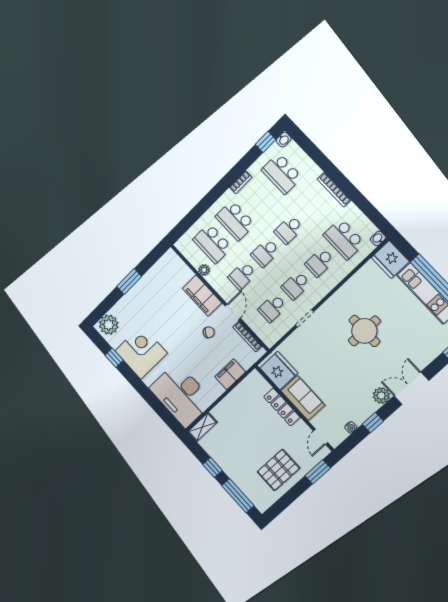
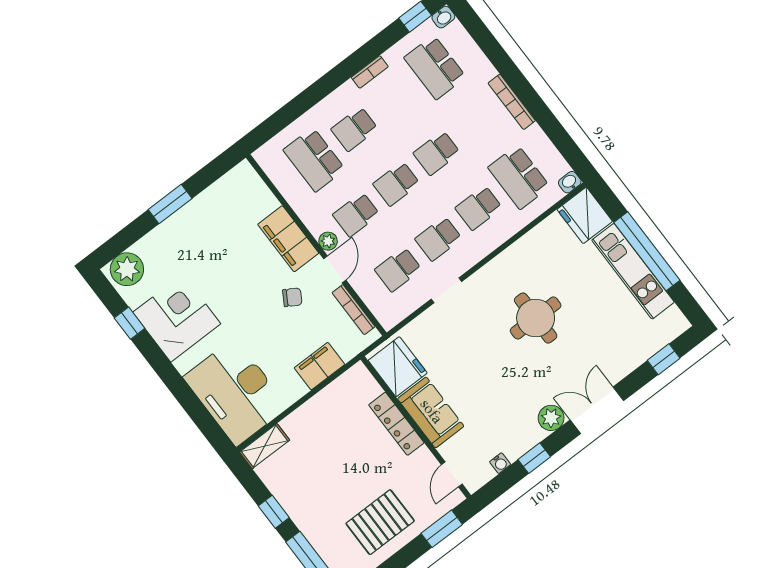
school desk: (235, 220) -> (354, 129), width x0.54
plant: (204, 270) -> (328, 241), moved

